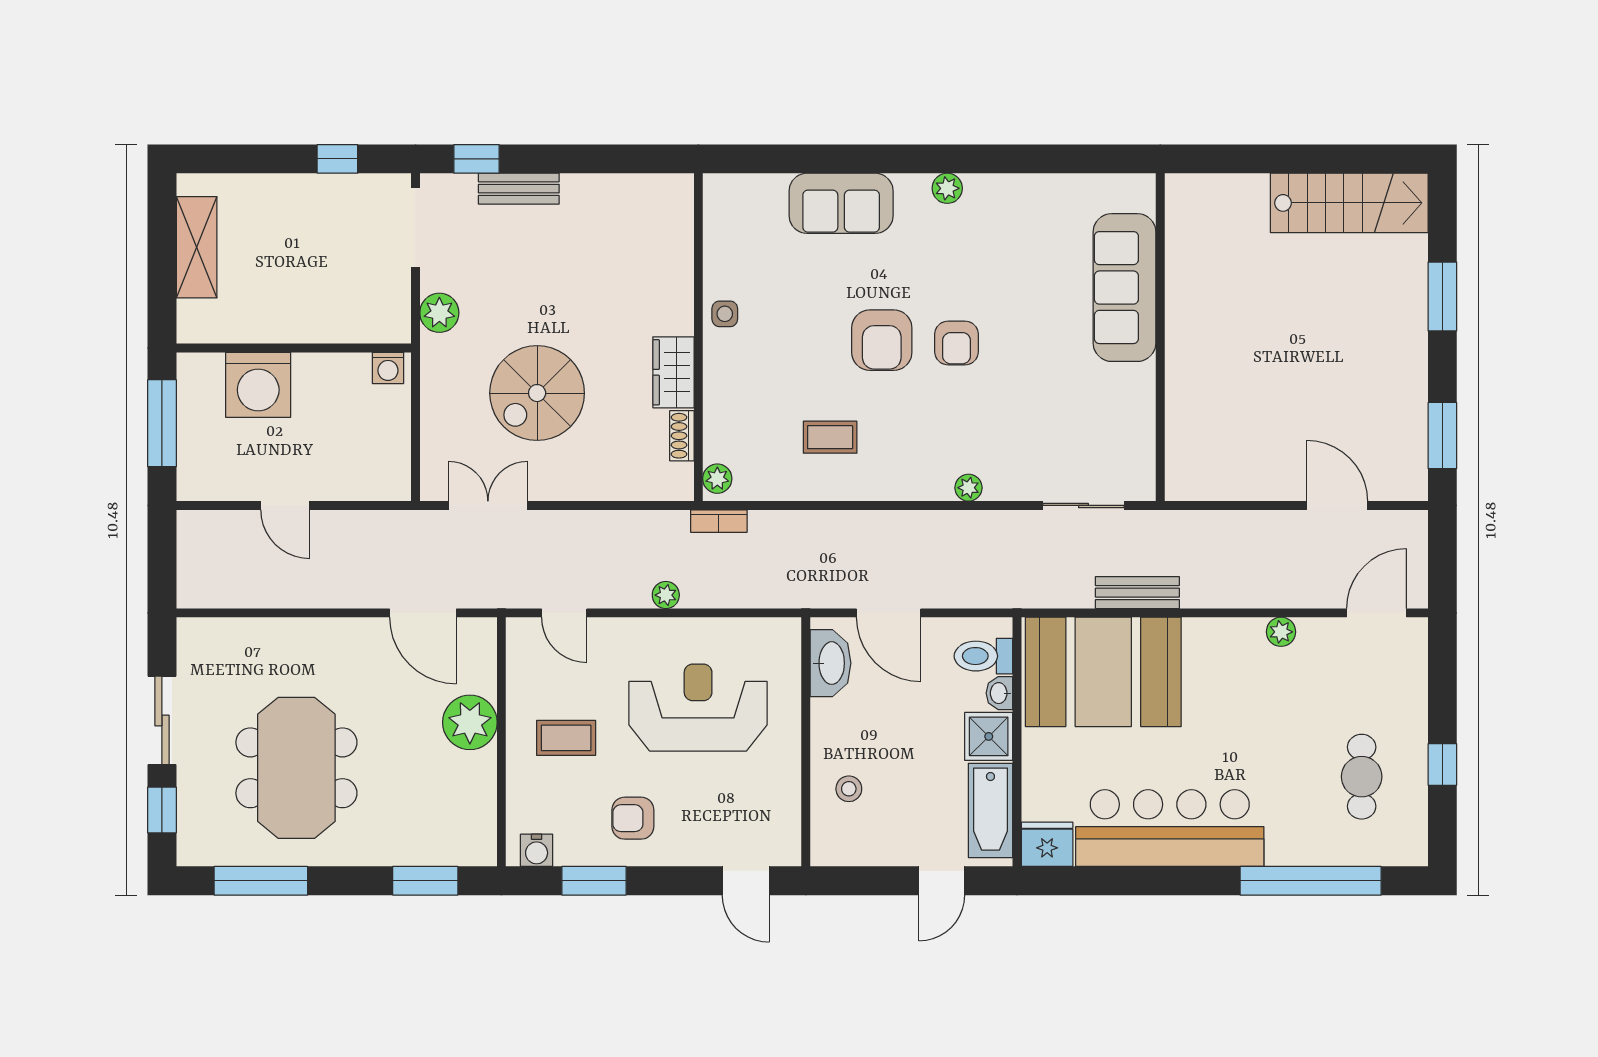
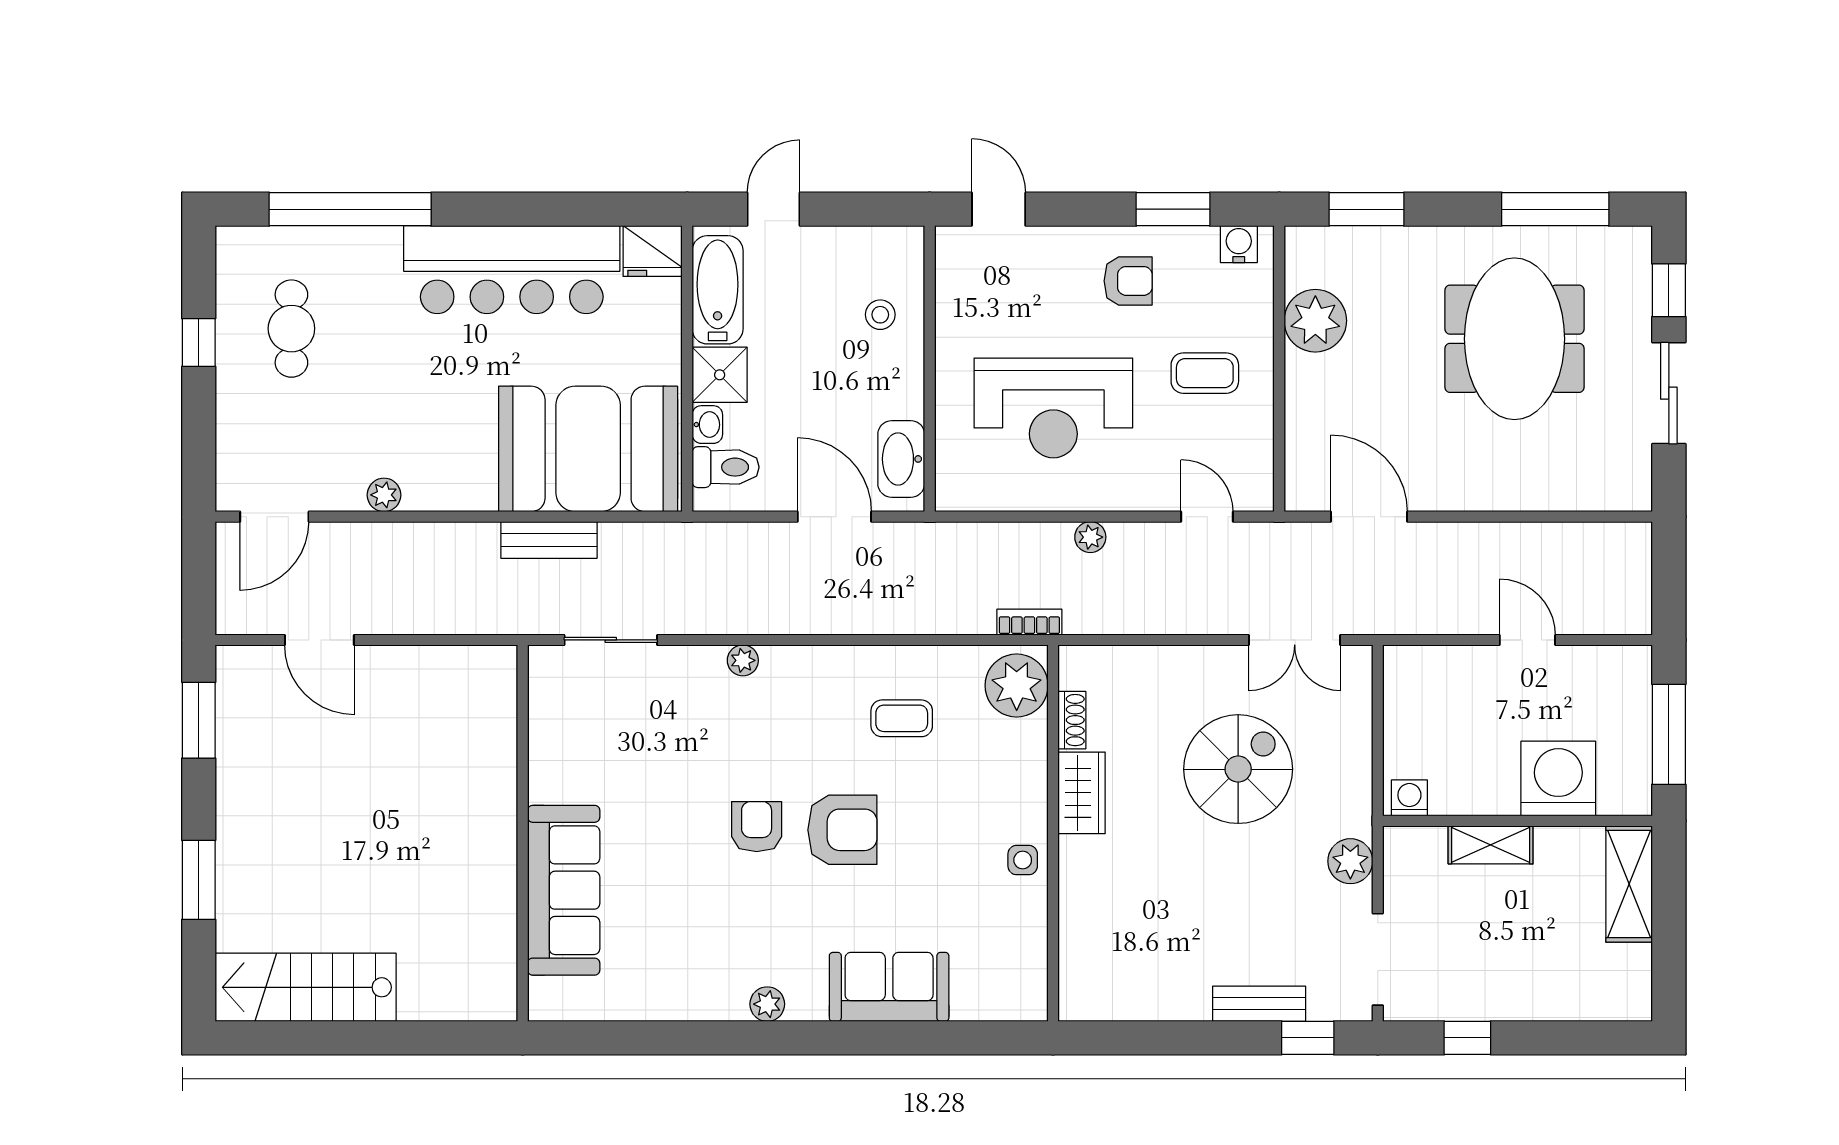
shelving: (197, 247) -> (1629, 884), moved
shelving: (317, 327) -> (1491, 845), added
armchair: (882, 340) -> (842, 830), turned 90
plant: (717, 479) -> (1017, 685), width x1.87, depth x1.87
plant: (470, 722) -> (1315, 321), moved

